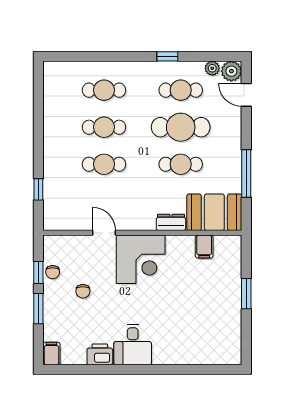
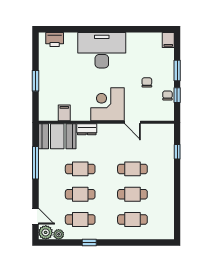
cafe table: (181, 127) -> (80, 194), width x0.73, depth x0.74
desk: (133, 345) -> (102, 50), width x1.87, depth x1.30
printer: (100, 354) -> (55, 39), moved

